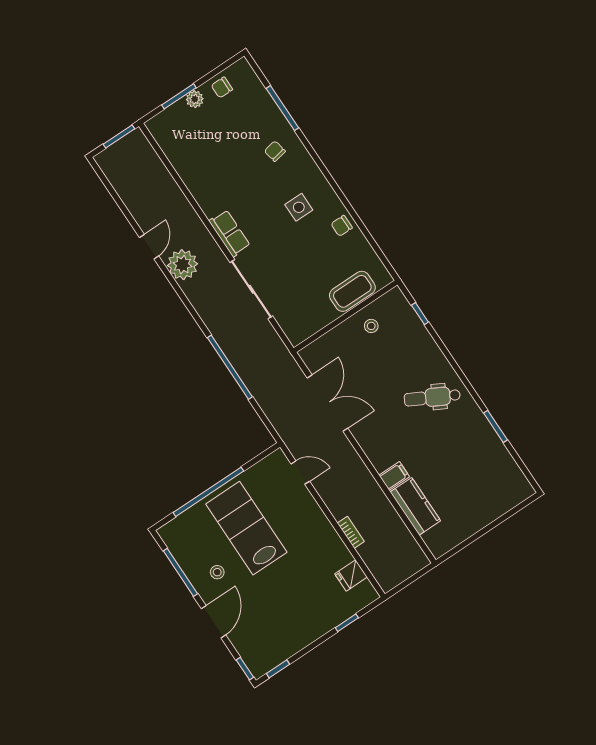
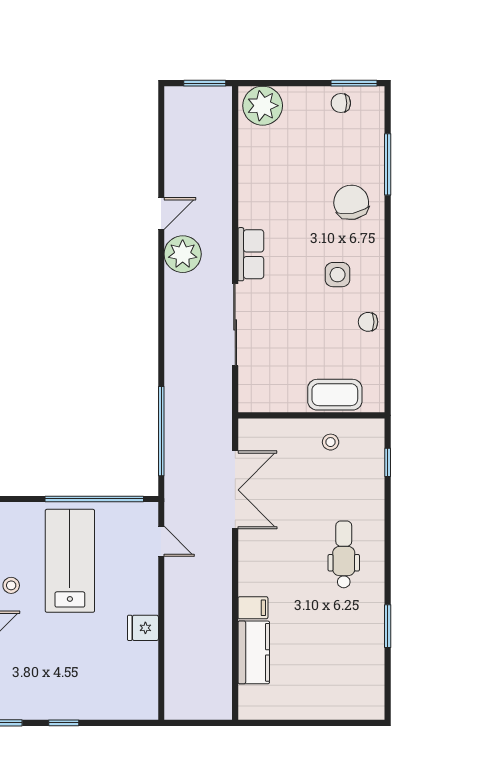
window: (179, 96) -> (354, 83), moved
plant: (195, 99) -> (263, 106), moved, width x1.88, depth x1.88
chair: (275, 151) -> (351, 202), width x1.87, depth x1.87
window: (230, 367) -> (161, 431), moved
dental chair: (432, 397) -> (344, 554), turned 62
window: (208, 492) -> (94, 499), moved
bookcase: (351, 532) -> (172, 635), removed
fridge: (351, 575) -> (143, 628), moved
window: (347, 623) -> (64, 723), moved

